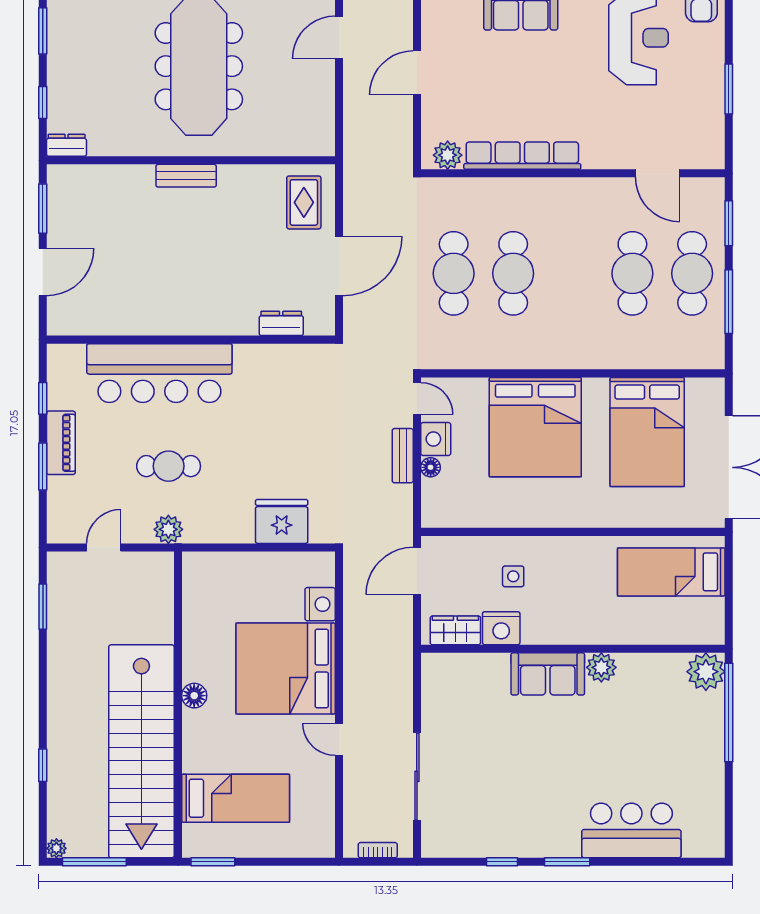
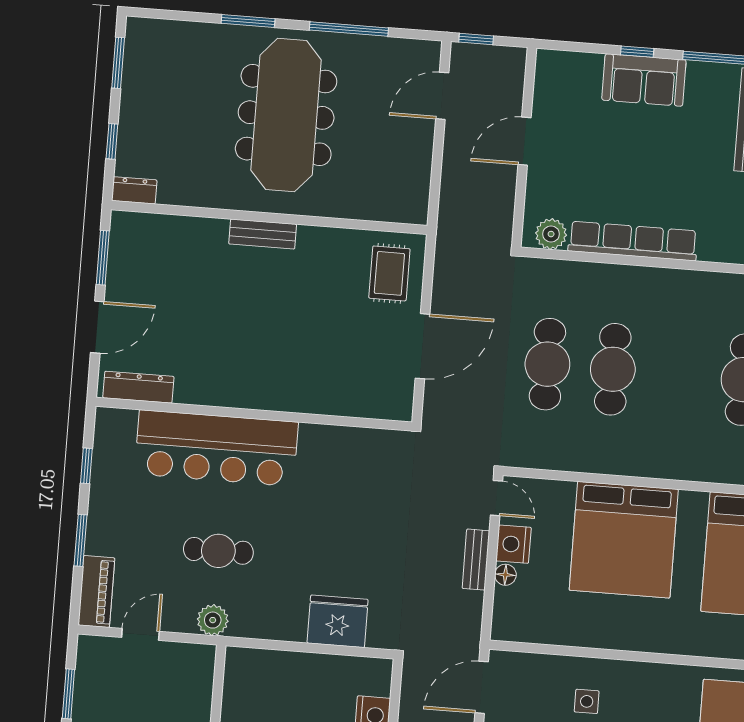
dresser: (281, 323) -> (138, 387), moved, width x1.44
piano: (61, 443) -> (96, 592), moved

